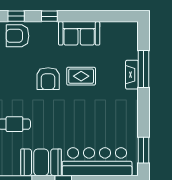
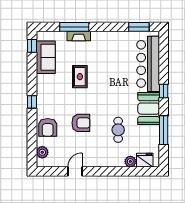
window: (16, 16) -> (32, 46), moved
sofa: (79, 33) -> (46, 57), moved
armchair: (48, 79) -> (81, 123), moved

